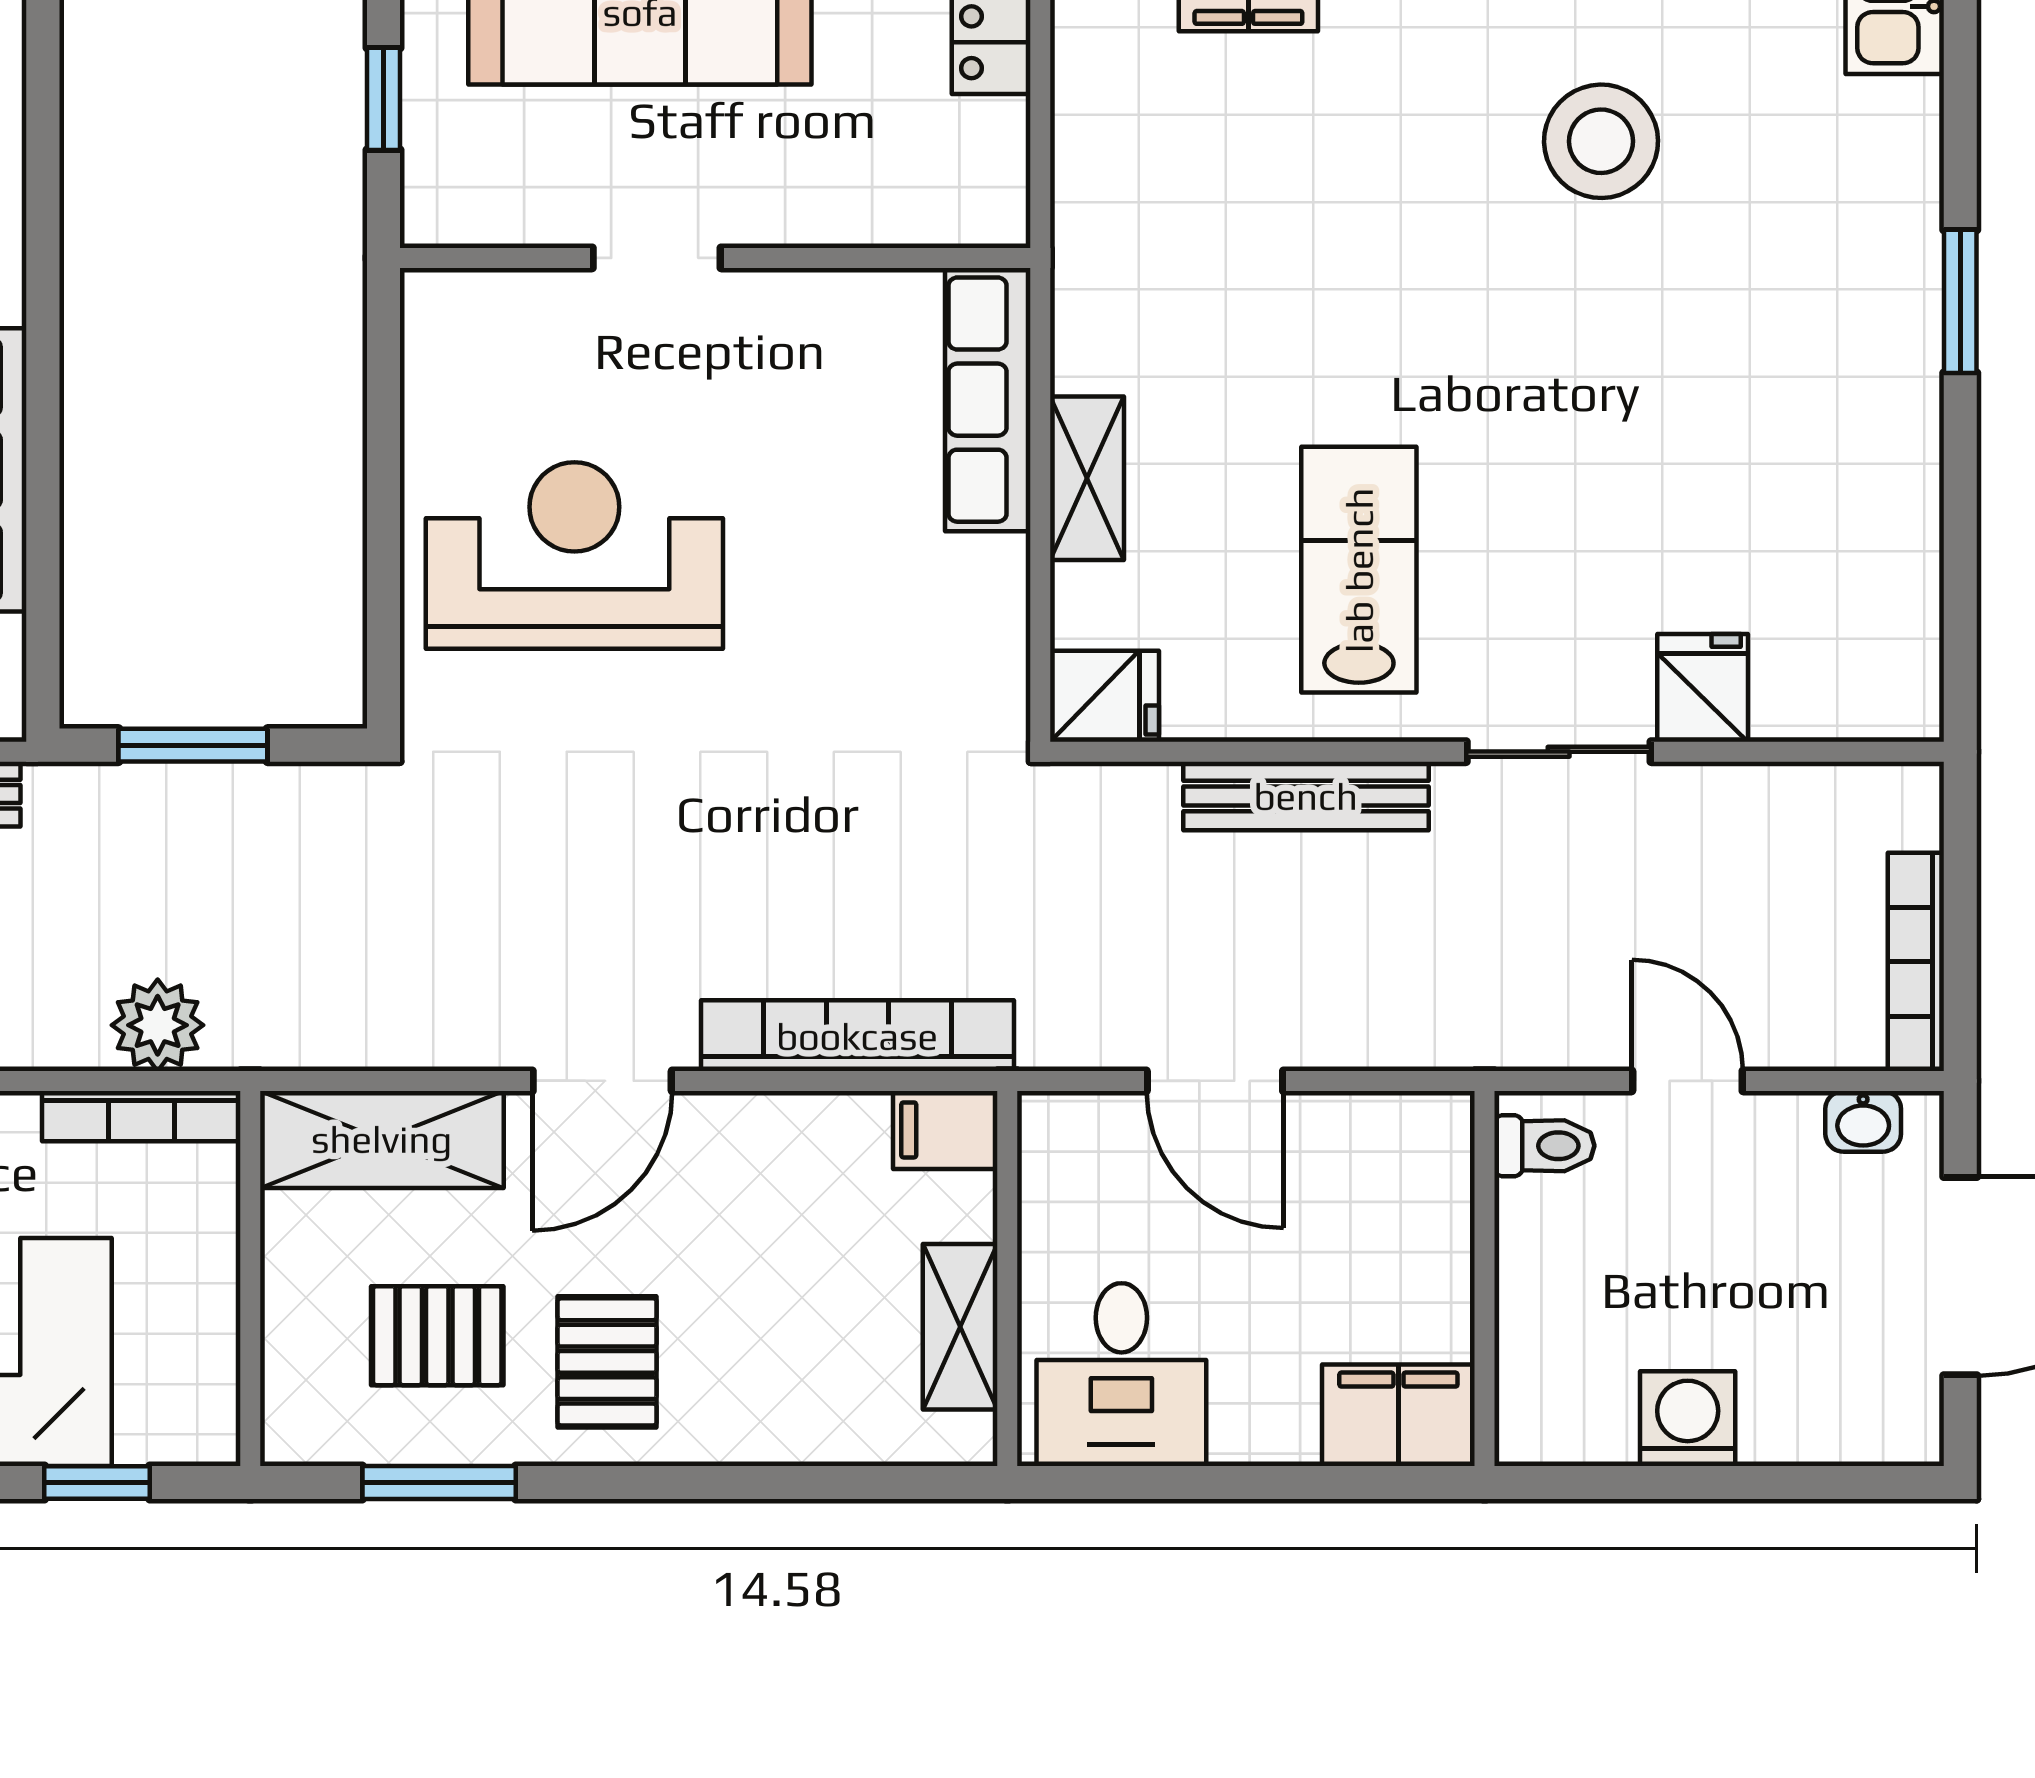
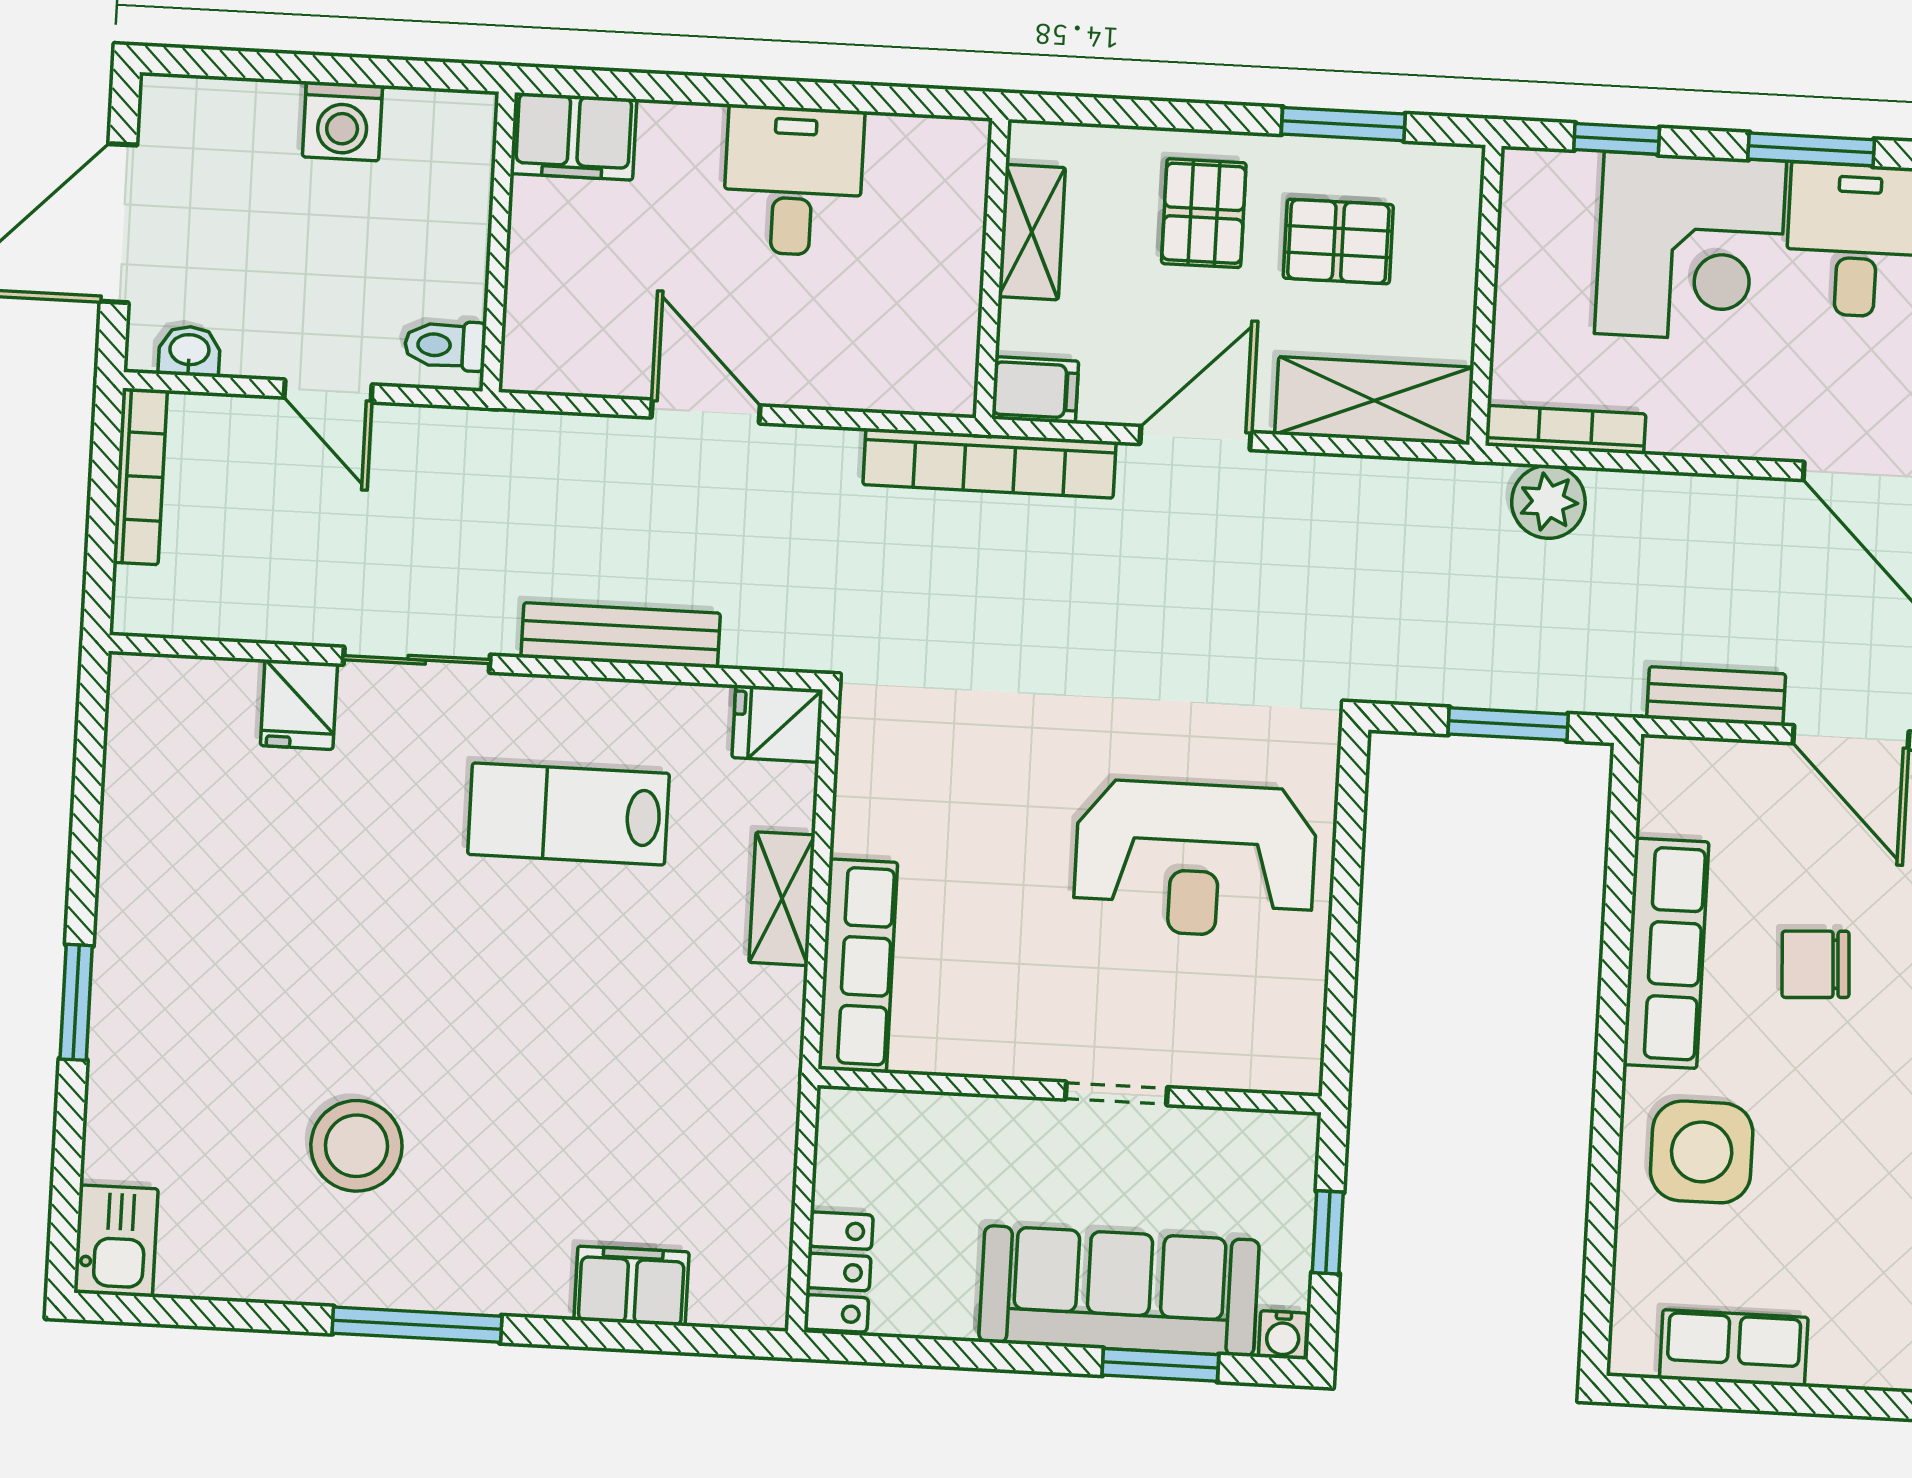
lab bench: (1359, 570) -> (568, 814), turned 90
filing cabinet: (945, 1130) -> (1035, 390), moved
wall: (1007, 1278) -> (992, 269), moved
shelving: (960, 1327) -> (1032, 232), moved

